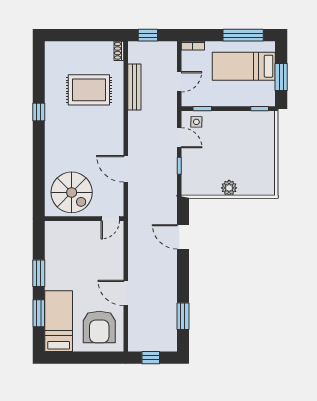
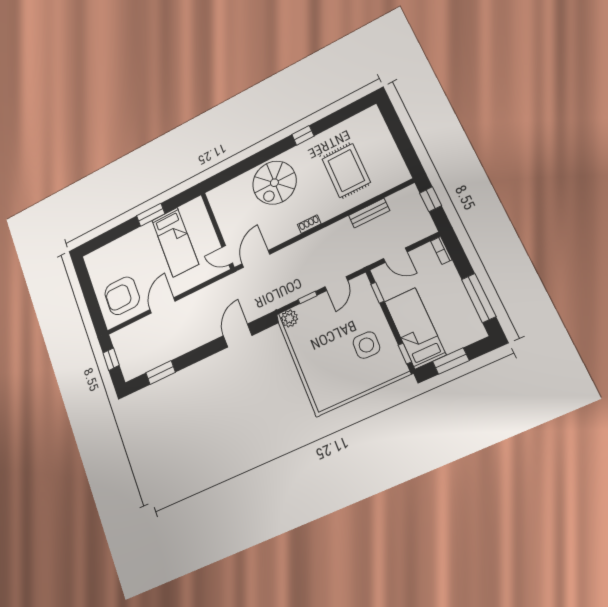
shoe rack: (119, 51) -> (309, 224), moved
bed: (244, 66) -> (415, 328), moved
bench: (134, 87) -> (369, 213), width x0.73
side table: (196, 122) -> (366, 345), moved, width x1.87, depth x1.87
door: (126, 169) -> (256, 259), moved
plant: (229, 188) -> (289, 318), moved
spiral stairs: (72, 192) -> (274, 183), moved
window: (39, 313) -> (115, 234), removed
bed: (59, 321) -> (175, 242), moved, turned 90

